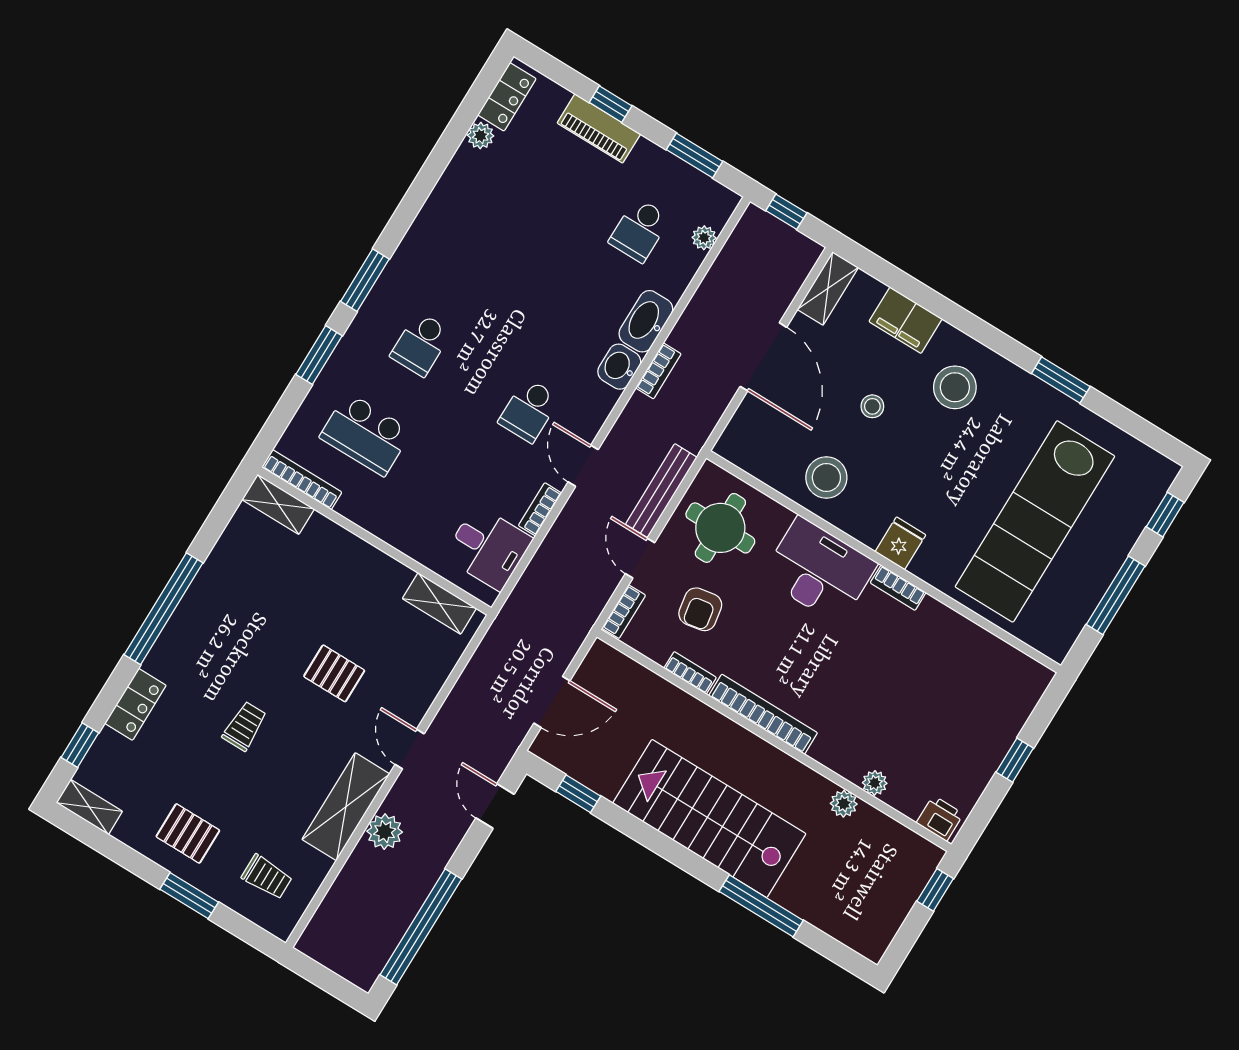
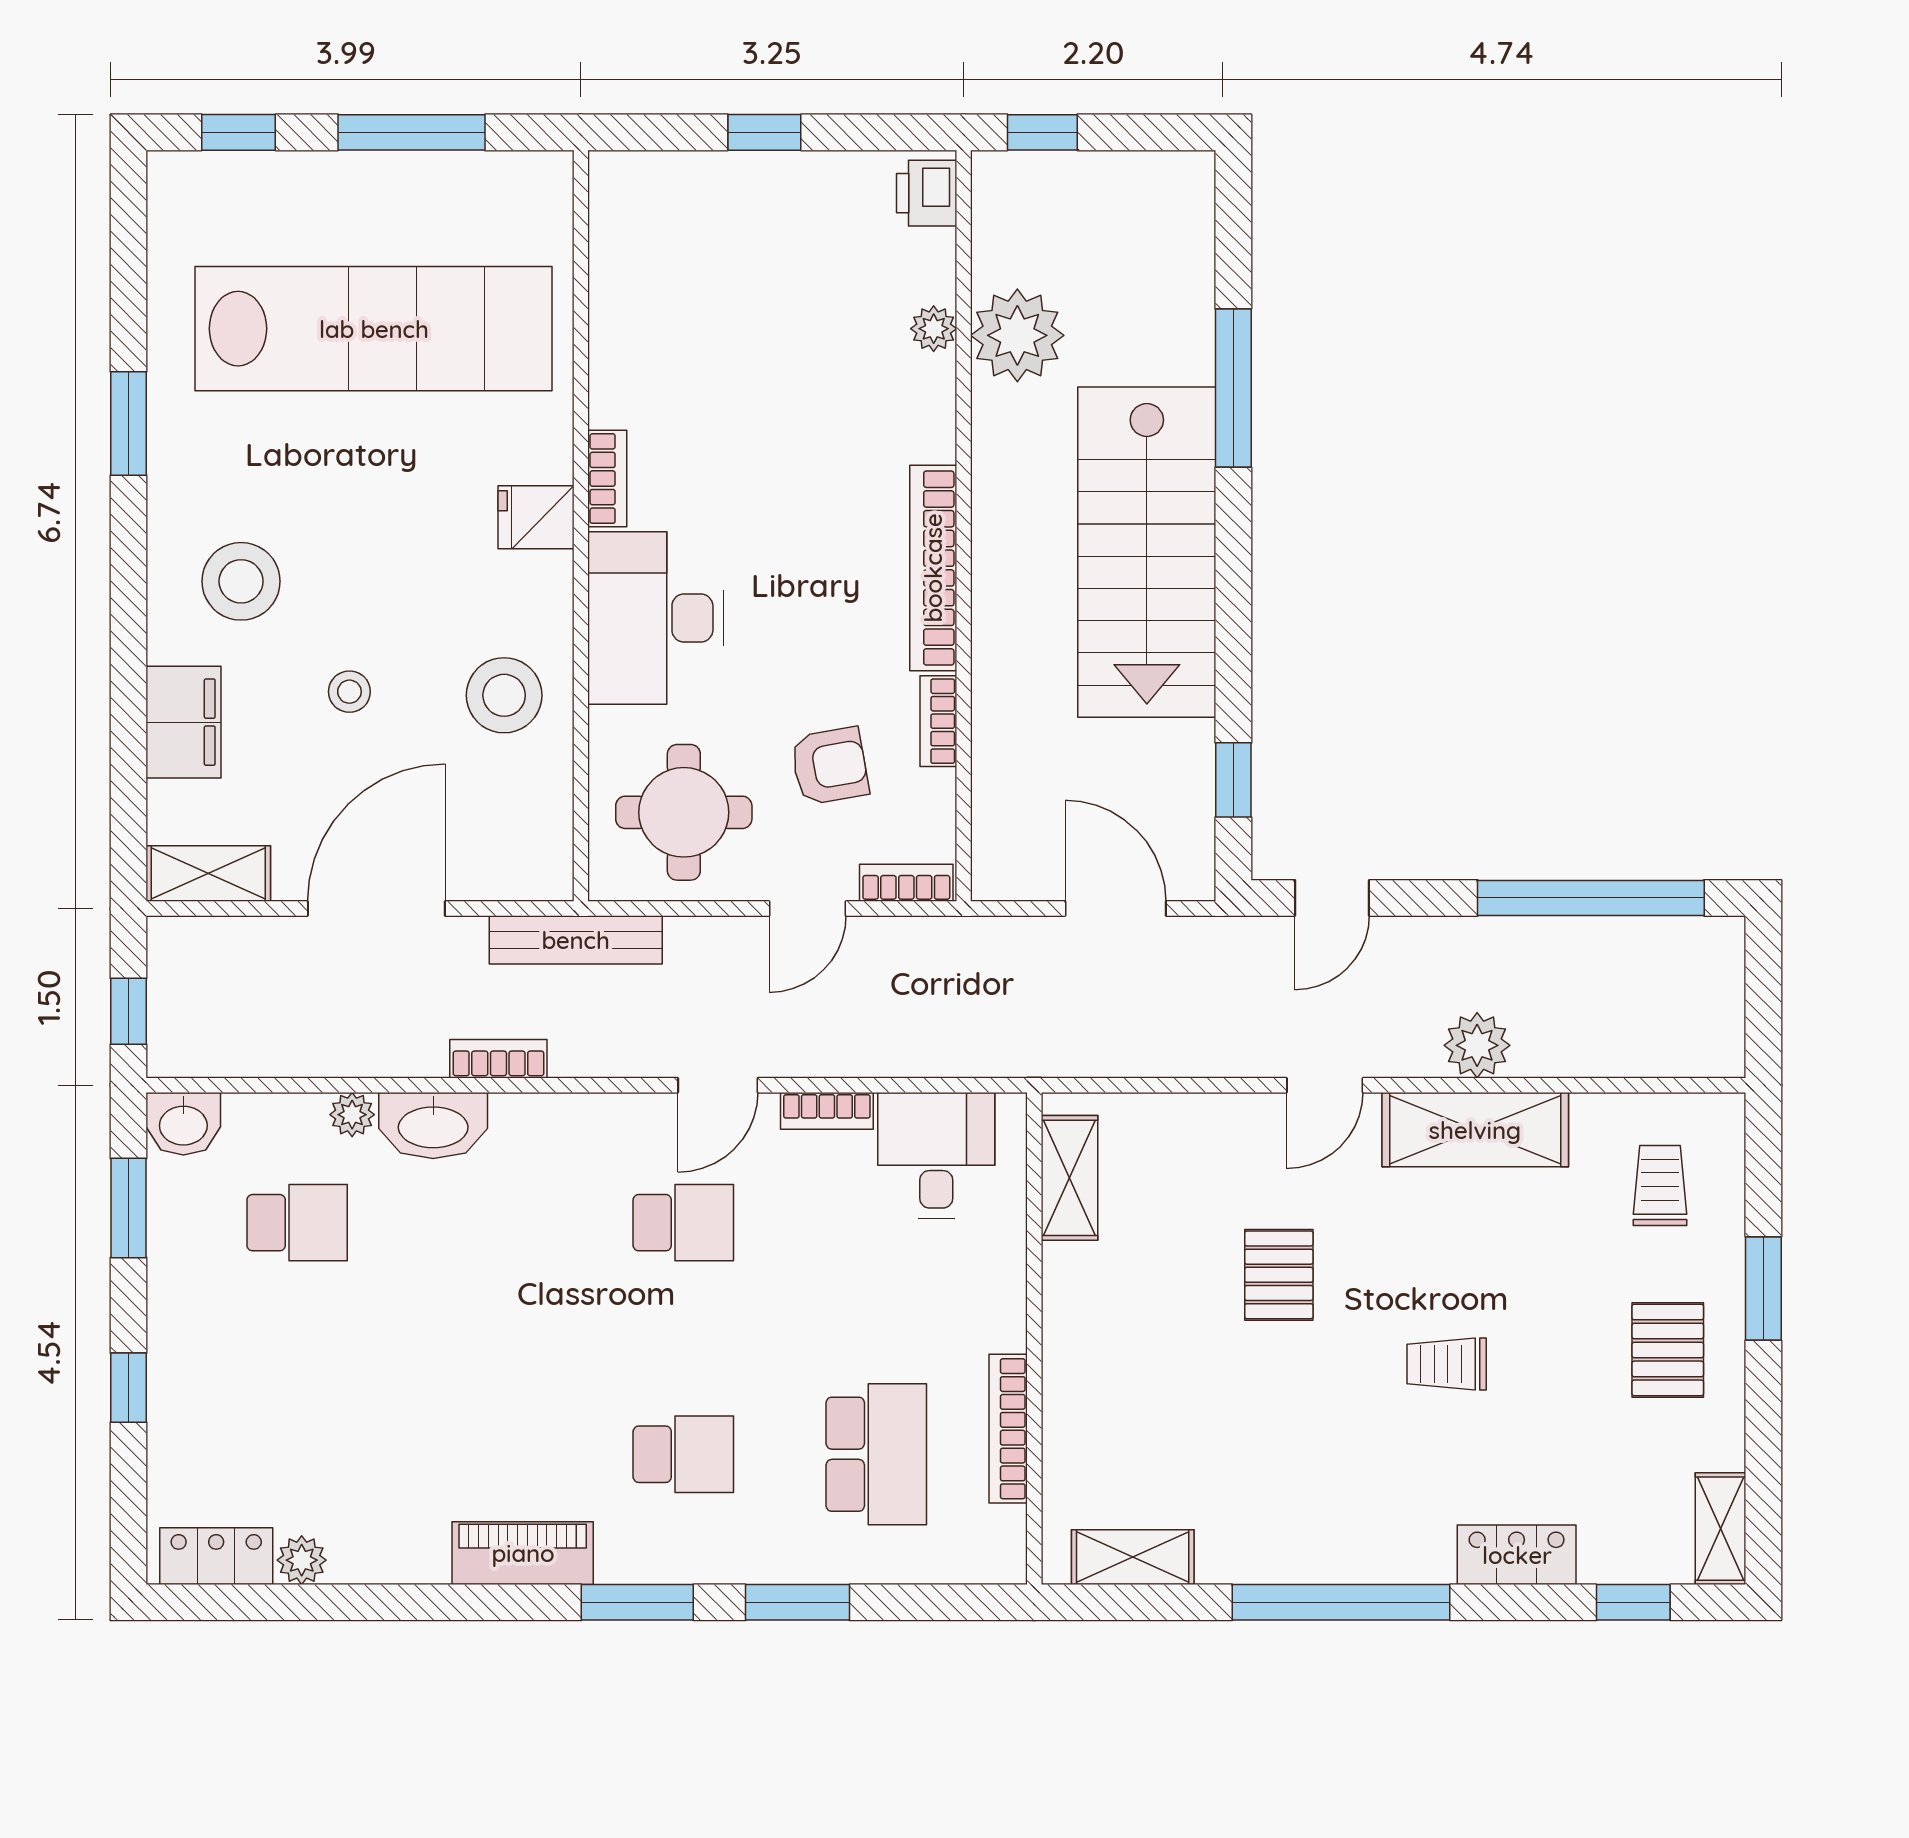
piano: (599, 128) -> (523, 1553), moved, turned -90
plant: (704, 238) -> (352, 1115), moved
washbasin: (619, 367) -> (183, 1124), moved
bookcase: (302, 480) -> (1008, 1429), moved
bench: (661, 491) -> (576, 940), moved
shelving: (278, 504) -> (1133, 1557), moved, turned 90
plant: (844, 804) -> (1017, 335), width x1.87, depth x1.87

